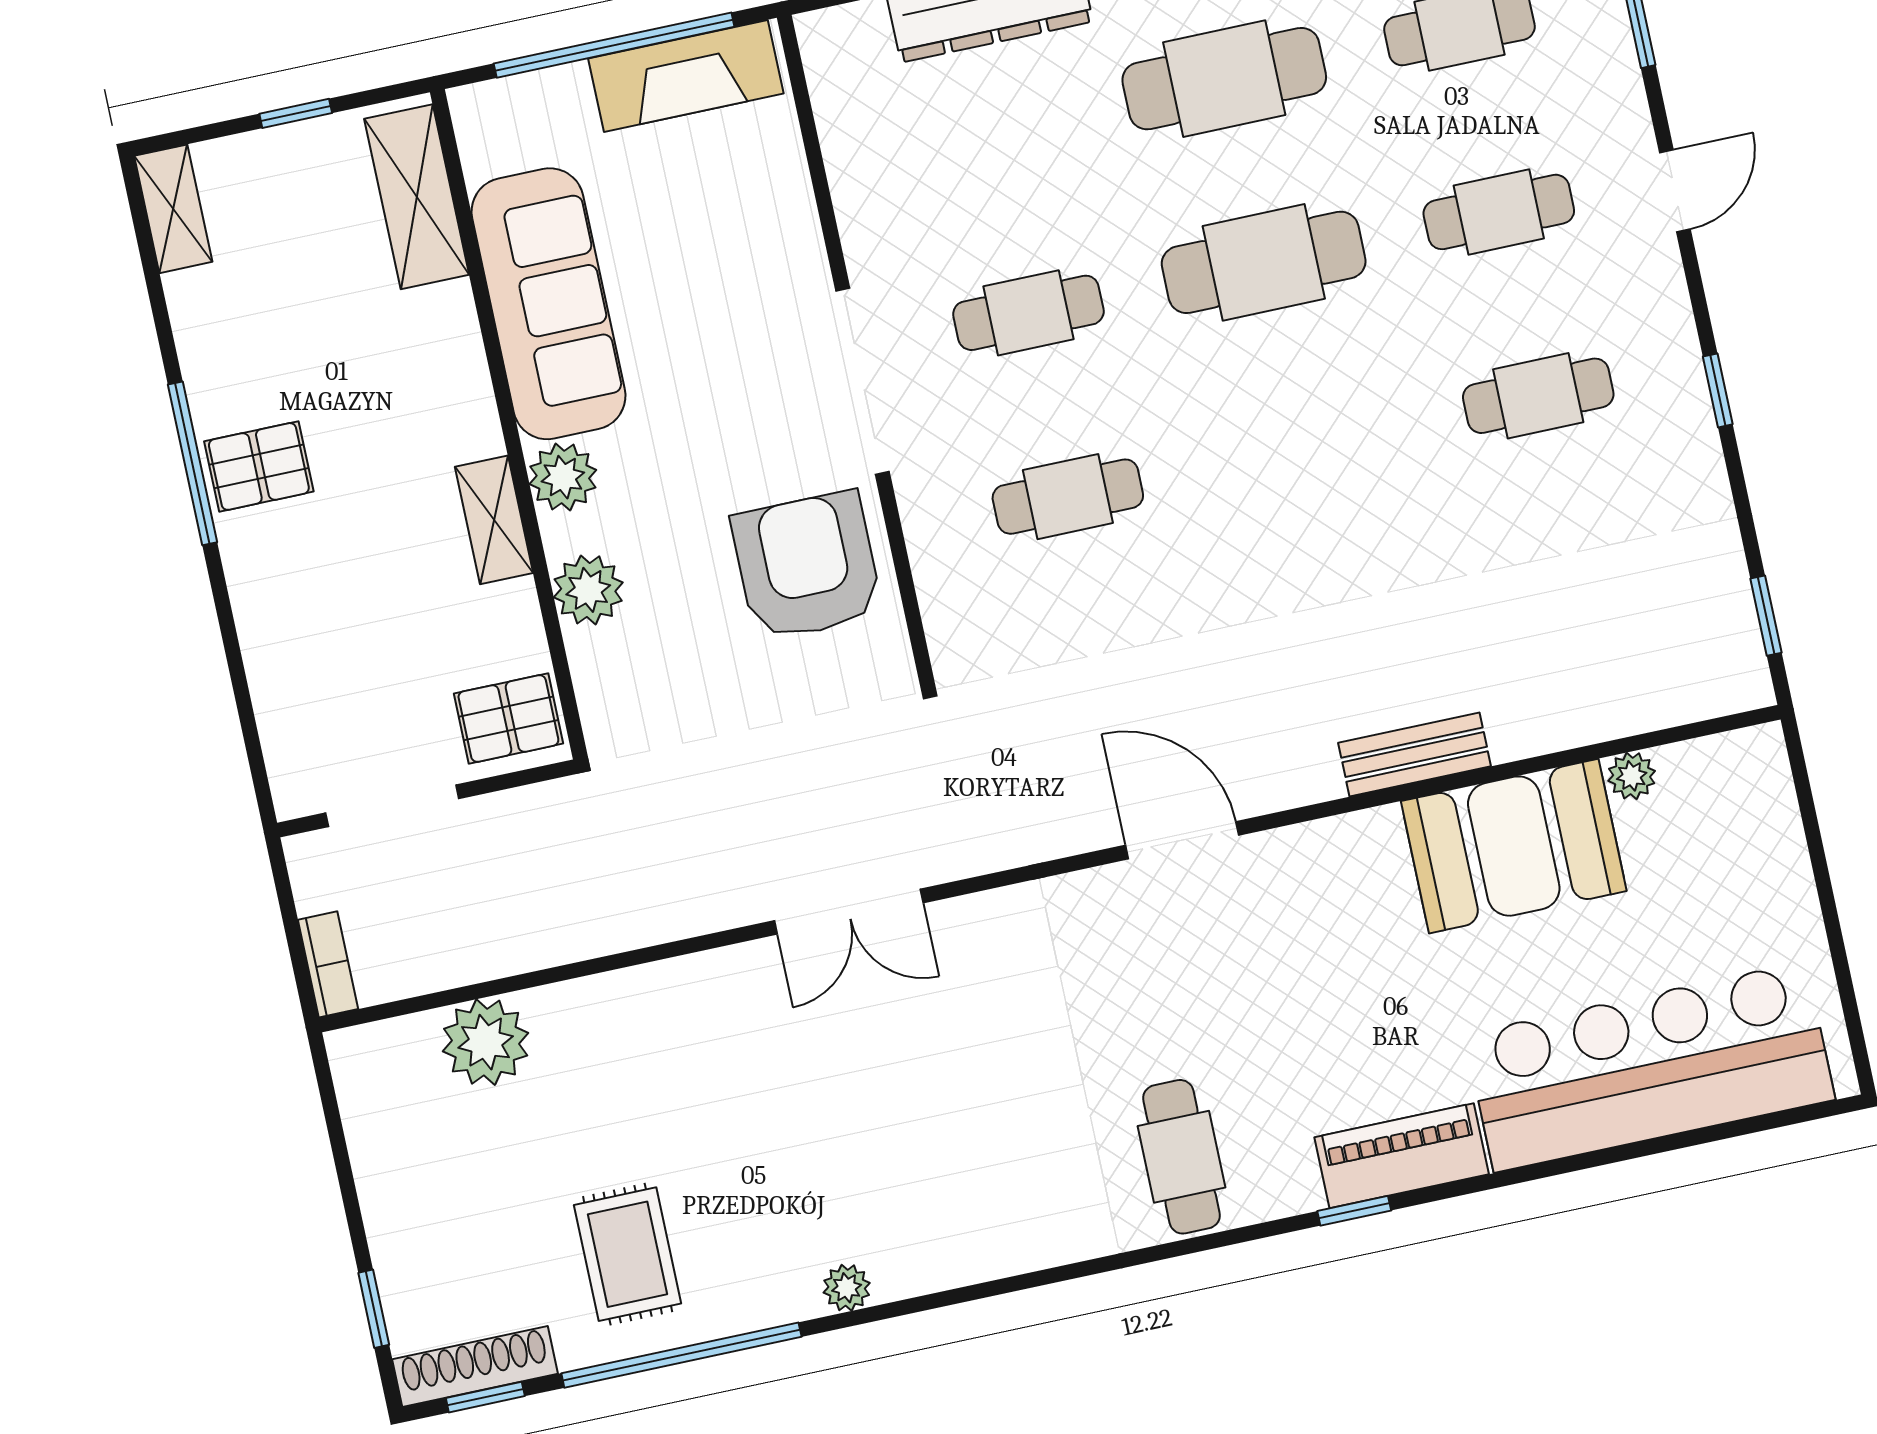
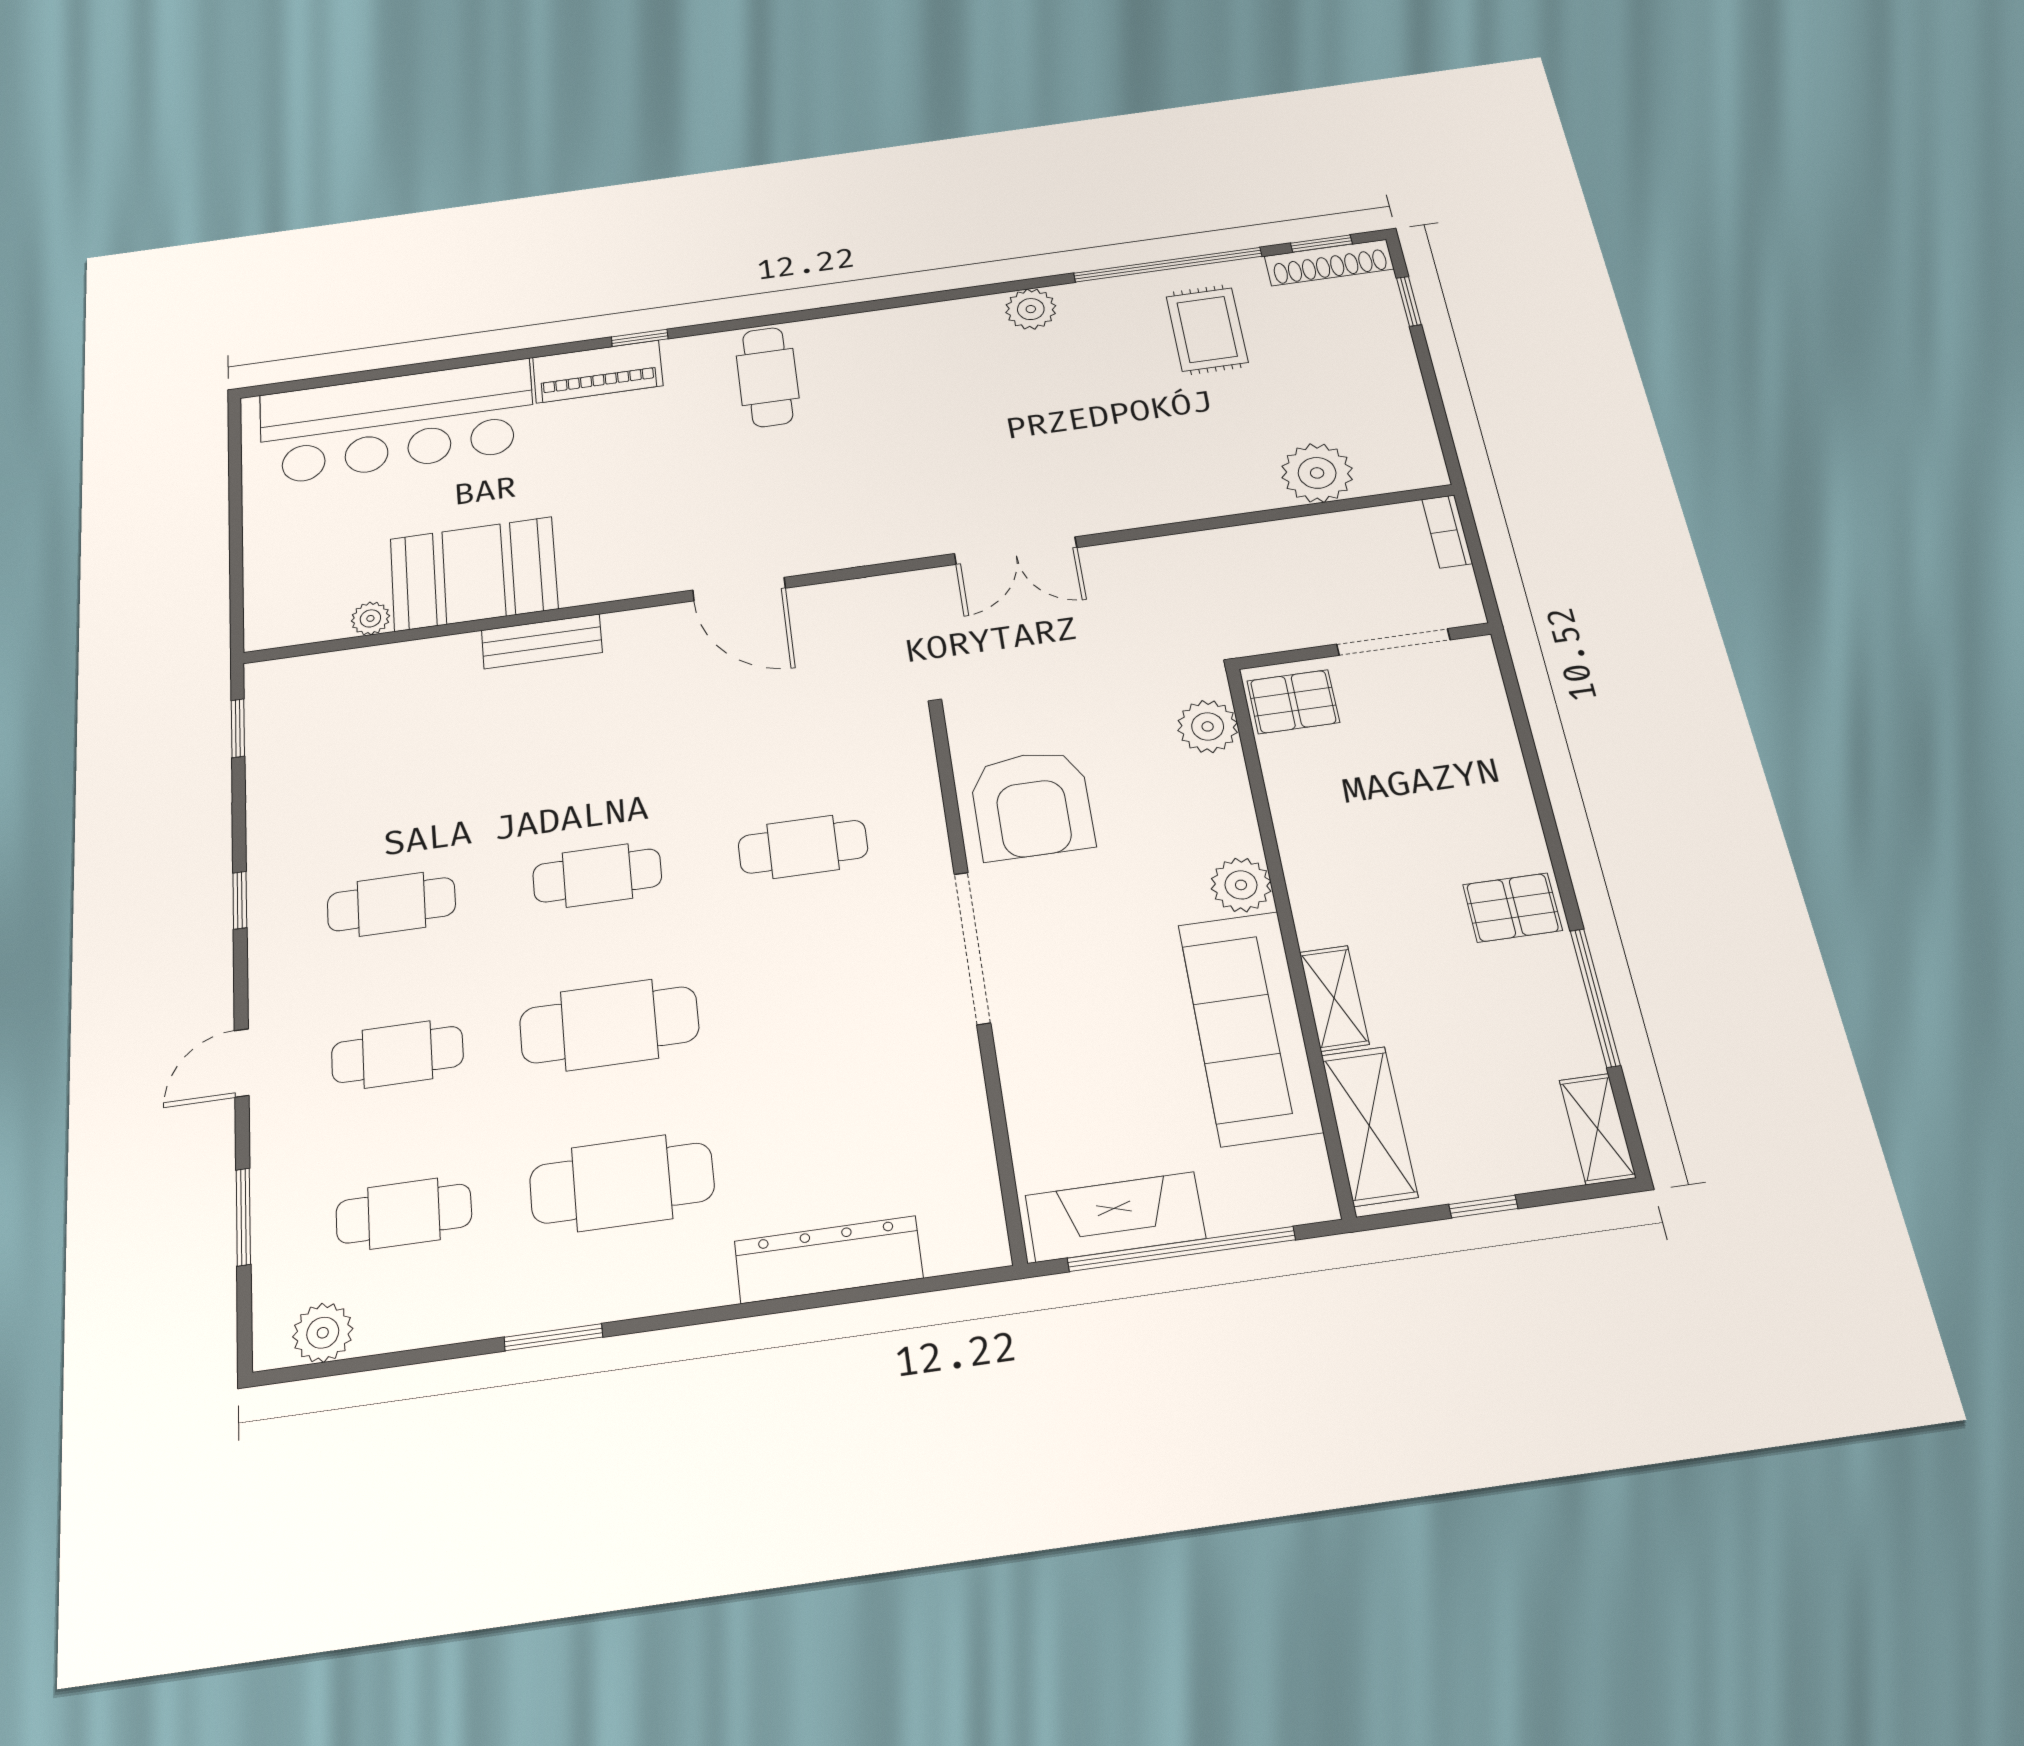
cafe table: (1028, 313) -> (597, 875), moved
window: (192, 463) -> (1595, 997), moved
shelving: (494, 520) -> (1334, 998), moved
plant: (588, 590) -> (1208, 726), moved
double door: (849, 912) -> (1016, 551), swing flipped
plant: (847, 1288) -> (1031, 309), width x1.38, depth x1.38

